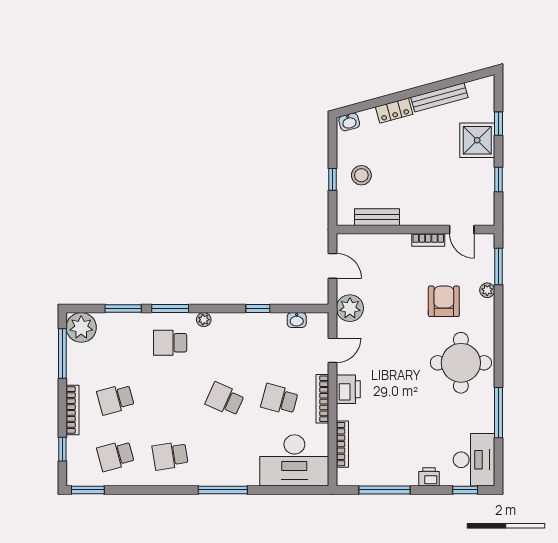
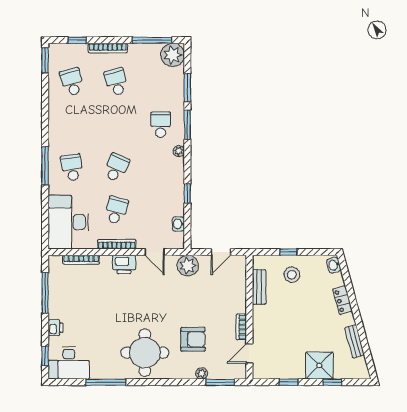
bench: (439, 97) -> (355, 341), width x0.73
school desk: (170, 456) -> (72, 168), moved

